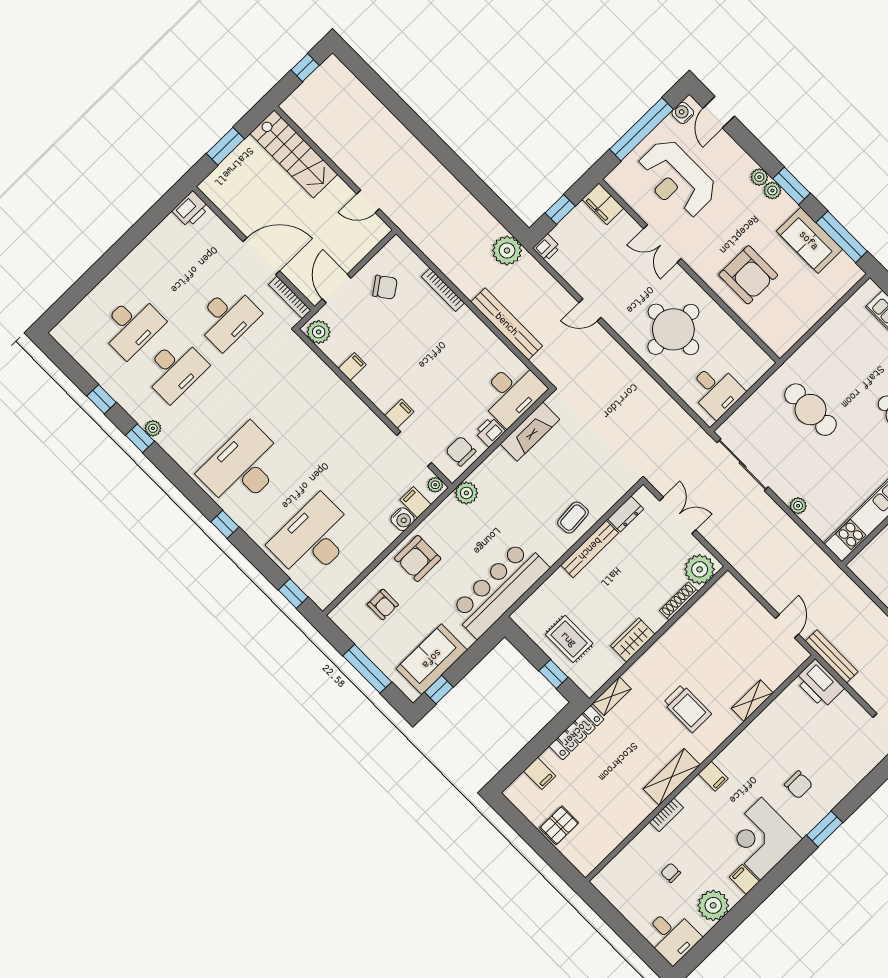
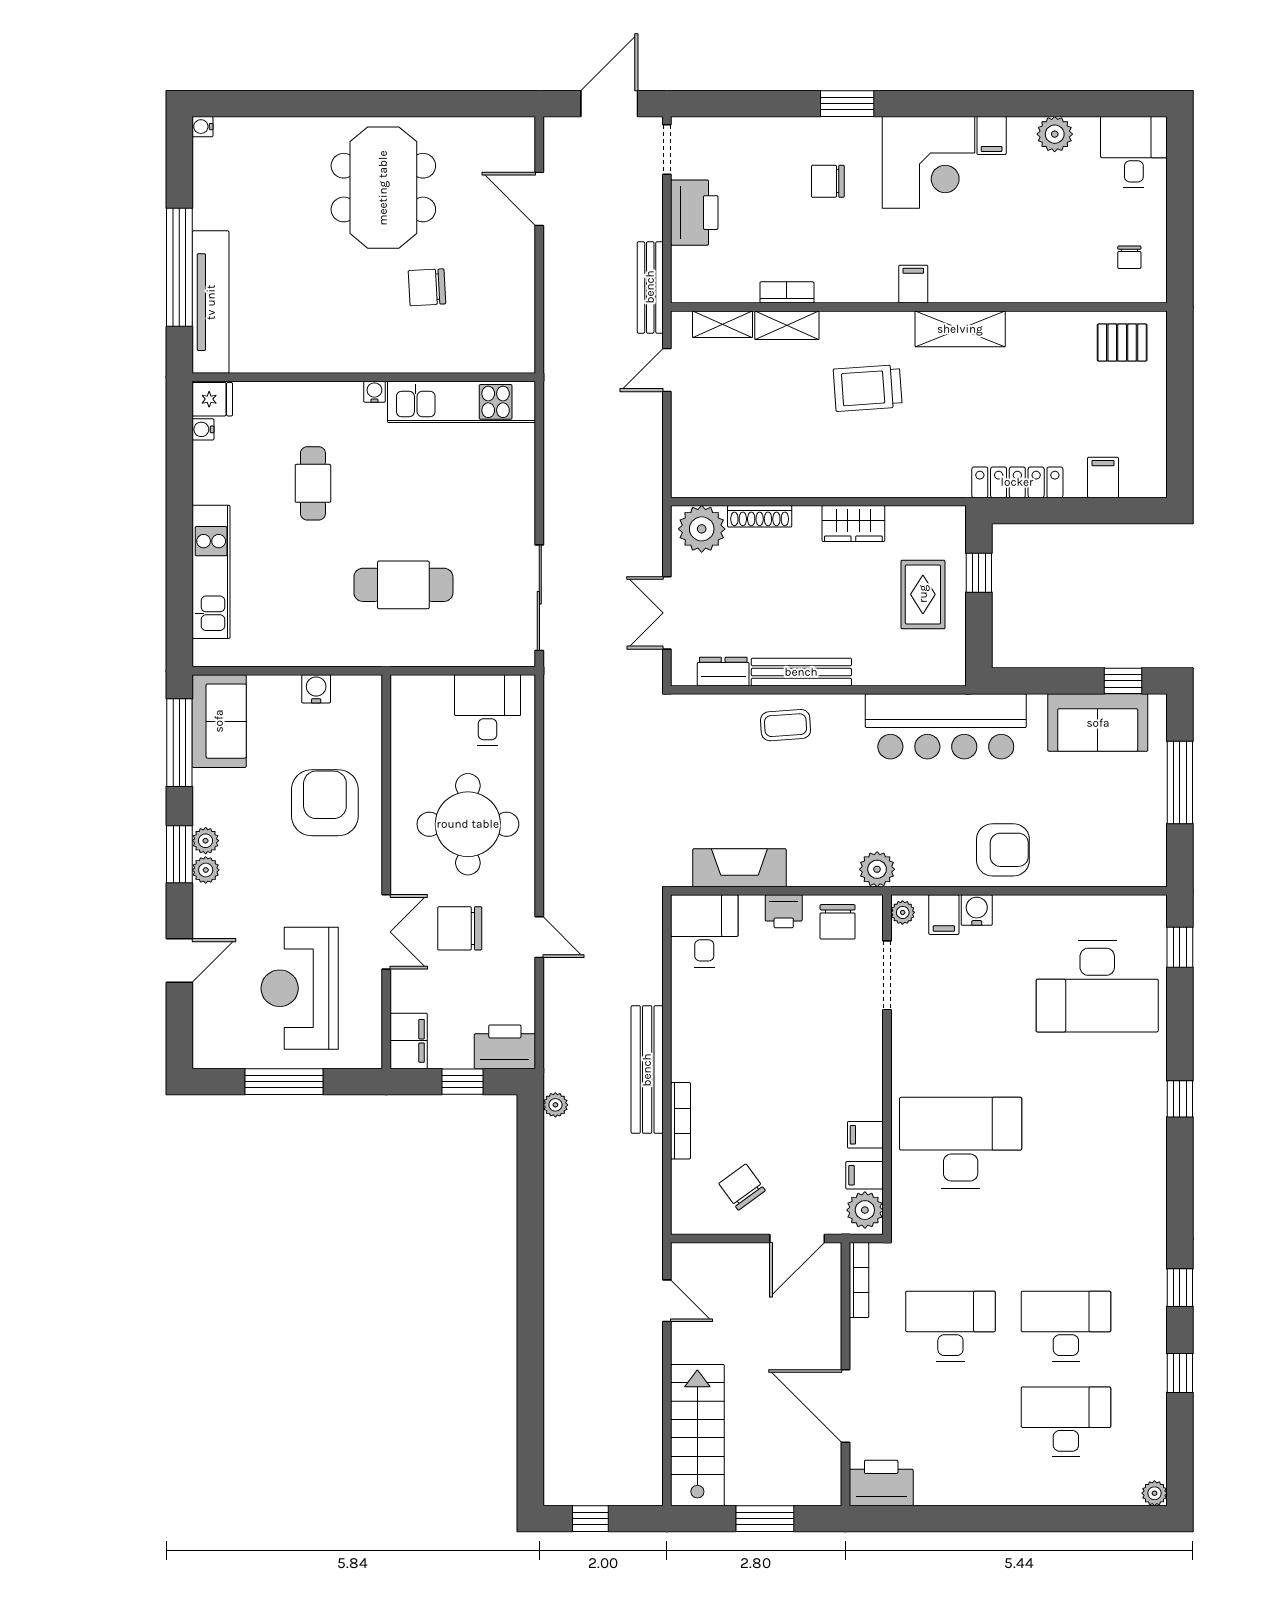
door: (719, 112) -> (179, 961), moved
water cooler: (683, 113) -> (316, 689), moved, turned 180
window: (641, 129) -> (284, 1082), width x0.68
plant: (759, 177) -> (206, 841), moved
reception desk: (676, 179) -> (300, 988), turned 180
printer: (191, 209) -> (881, 1483), width x1.37, depth x1.19
sofa: (809, 240) -> (219, 721), moved
printer: (547, 248) -> (505, 1047), width x1.87, depth x1.48
plant: (507, 250) -> (555, 1105), width x0.53, depth x0.53
door: (261, 256) -> (846, 1406), moved
chair: (630, 278) -> (460, 928), added
bench: (507, 324) -> (647, 1070), moved
desk: (512, 393) -> (704, 931), width x0.73
cafe table: (810, 410) -> (403, 585), turned 90
filing cabinet: (399, 414) -> (865, 1175), moved
plant: (153, 428) -> (1154, 1493), moved
desk: (243, 467) -> (961, 1143), moved, turned 180
plant: (798, 506) -> (523, 492), removed
armchair: (383, 605) -> (1092, 837), removed
printer: (819, 684) -> (694, 213), moved
shelving: (612, 696) -> (723, 324), moved
trolley: (687, 708) -> (868, 388), turned -94
chair: (798, 785) -> (828, 181), turned -90
bookcase: (666, 815) -> (787, 292), moved
pallet: (559, 825) -> (1122, 343), moved
chair: (671, 873) -> (1129, 257), moved
plant: (713, 905) -> (1055, 134), width x0.73, depth x0.73

